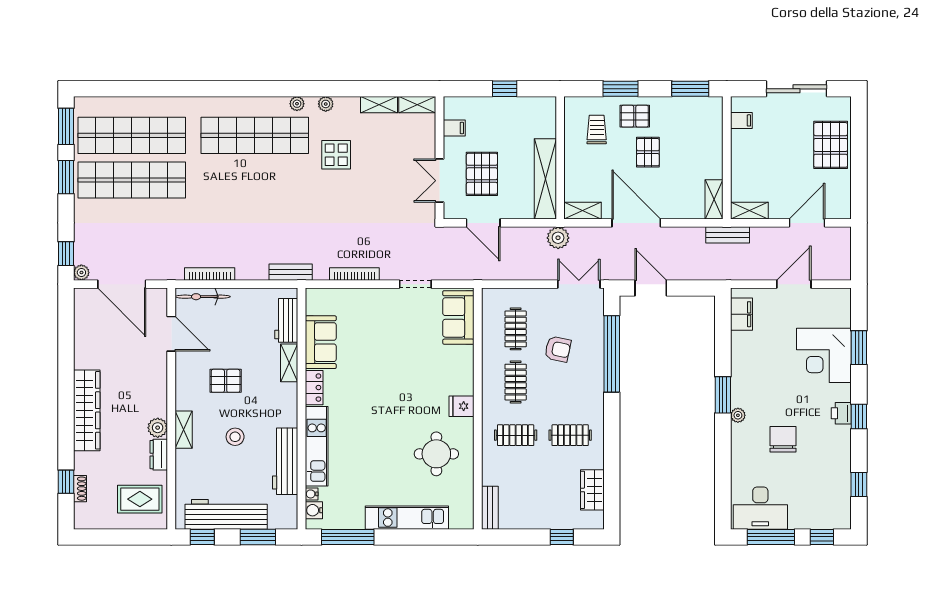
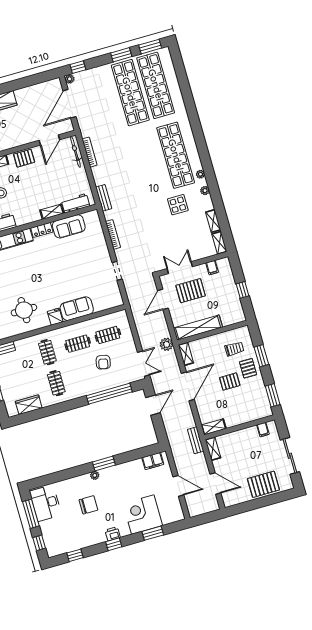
sofa: (458, 317) -> (77, 309), moved
pallet: (226, 381) -> (24, 158), moved, turned 90

